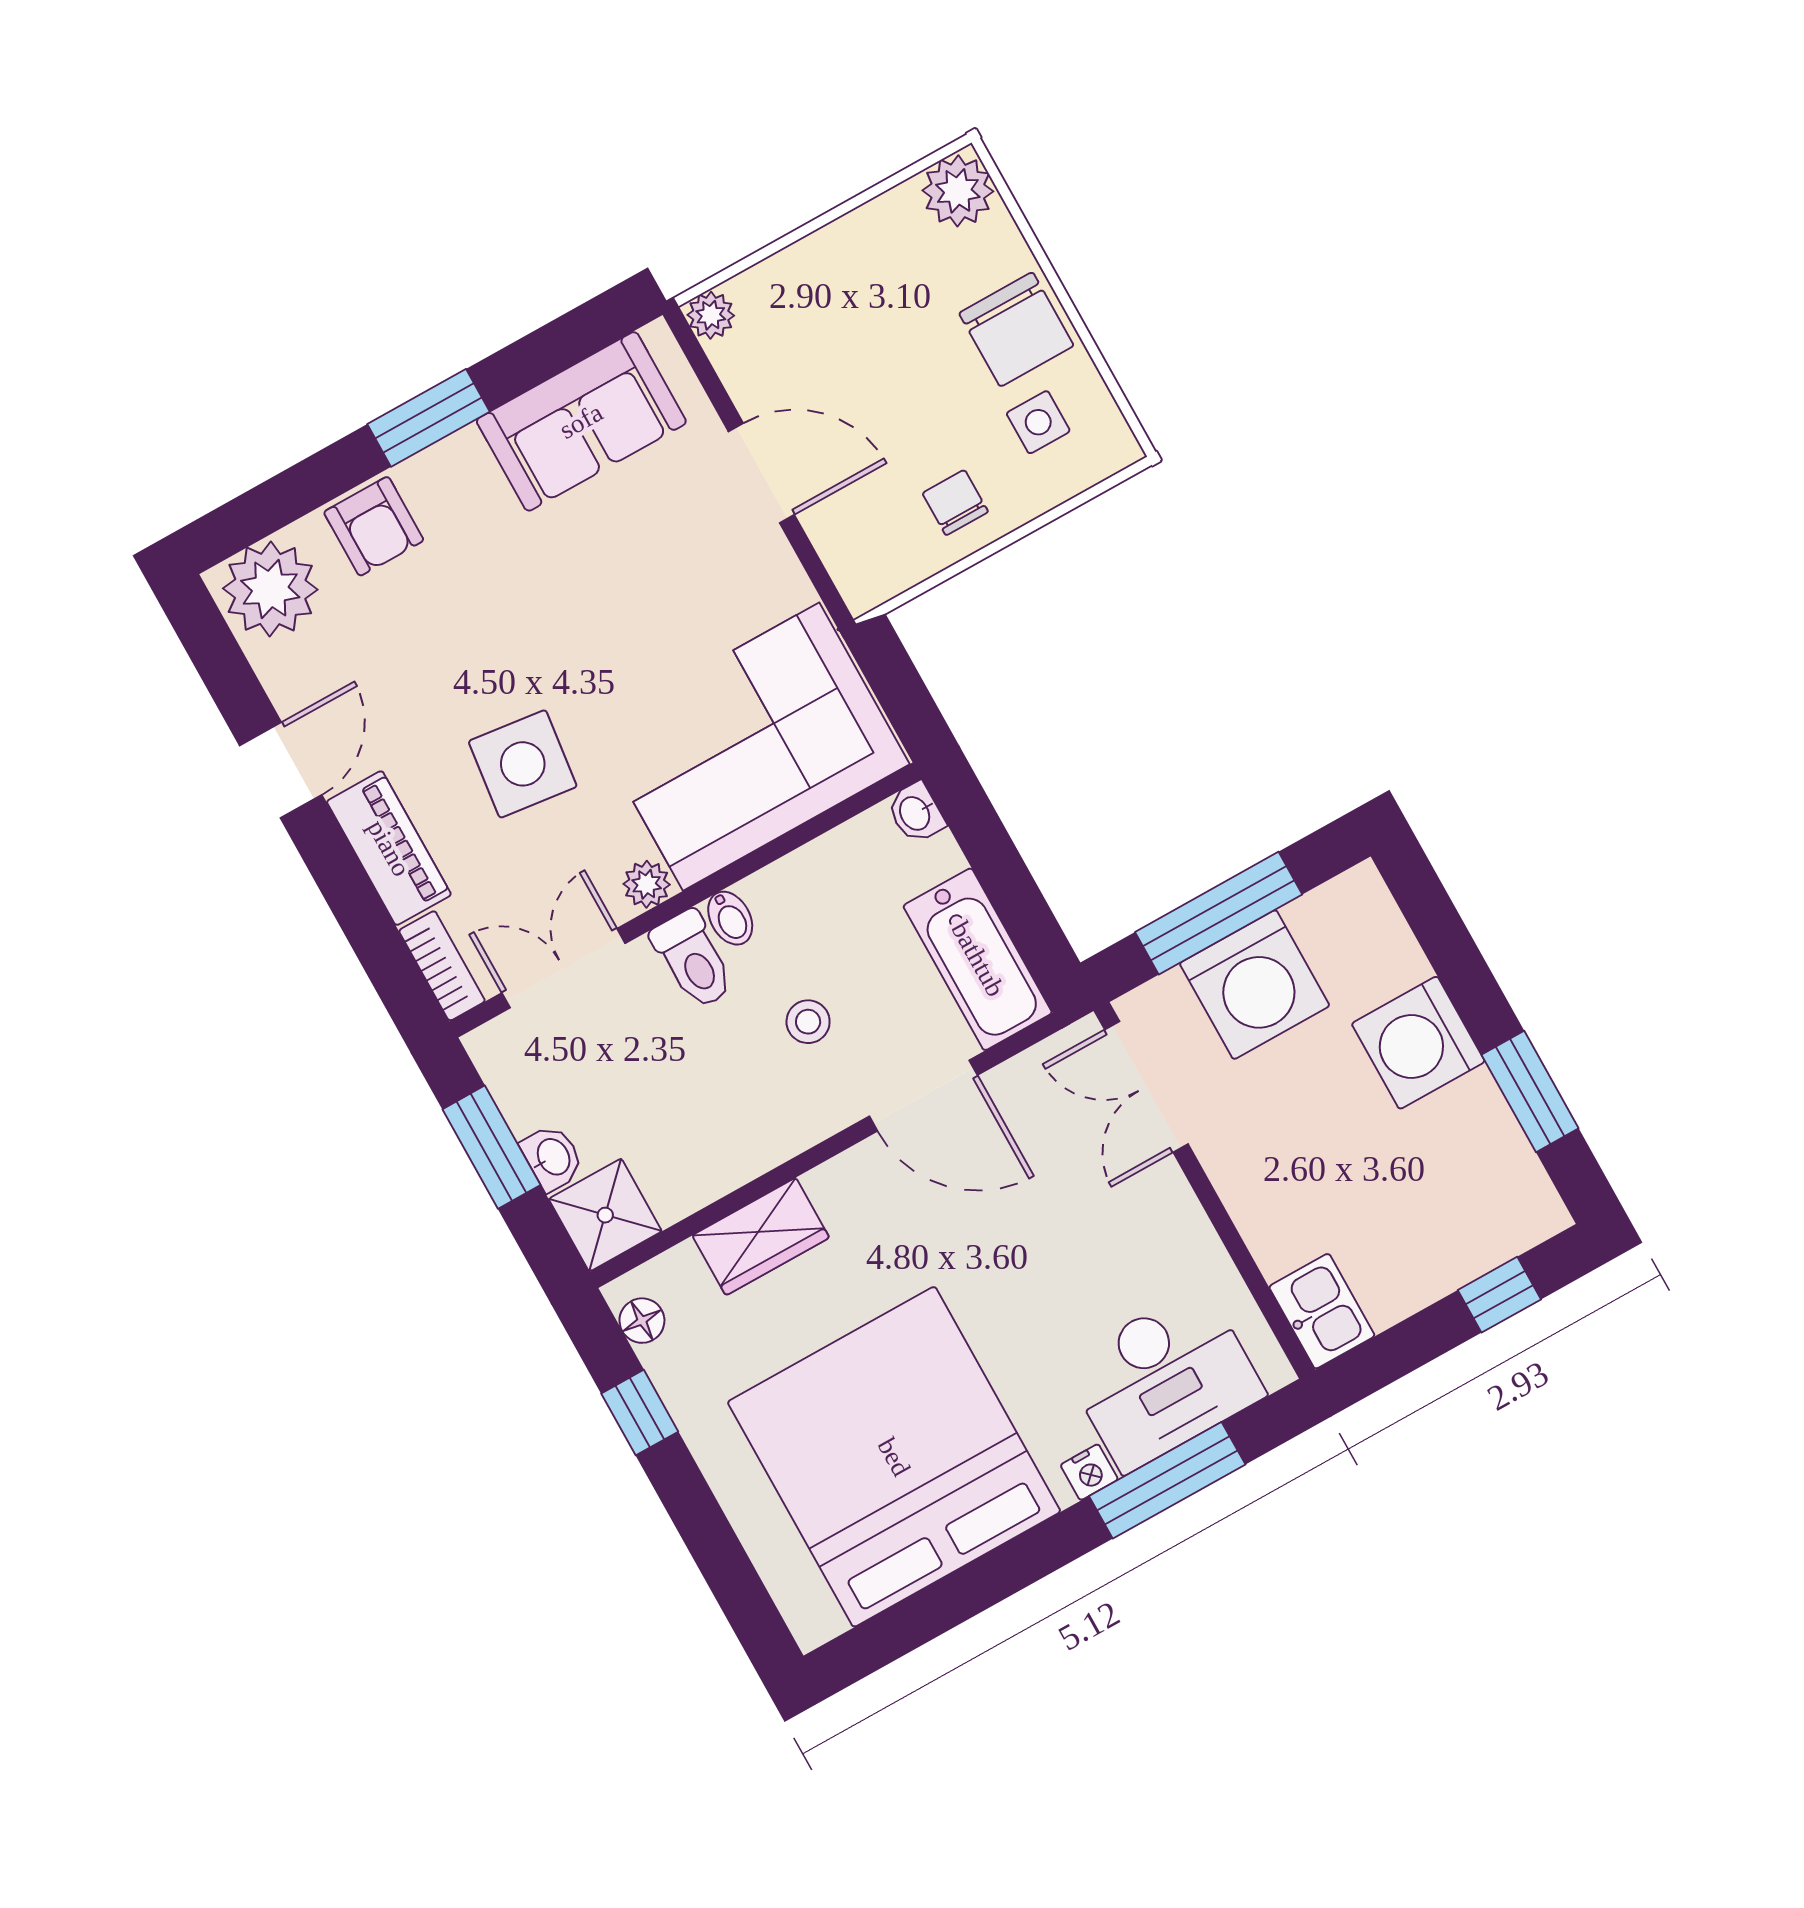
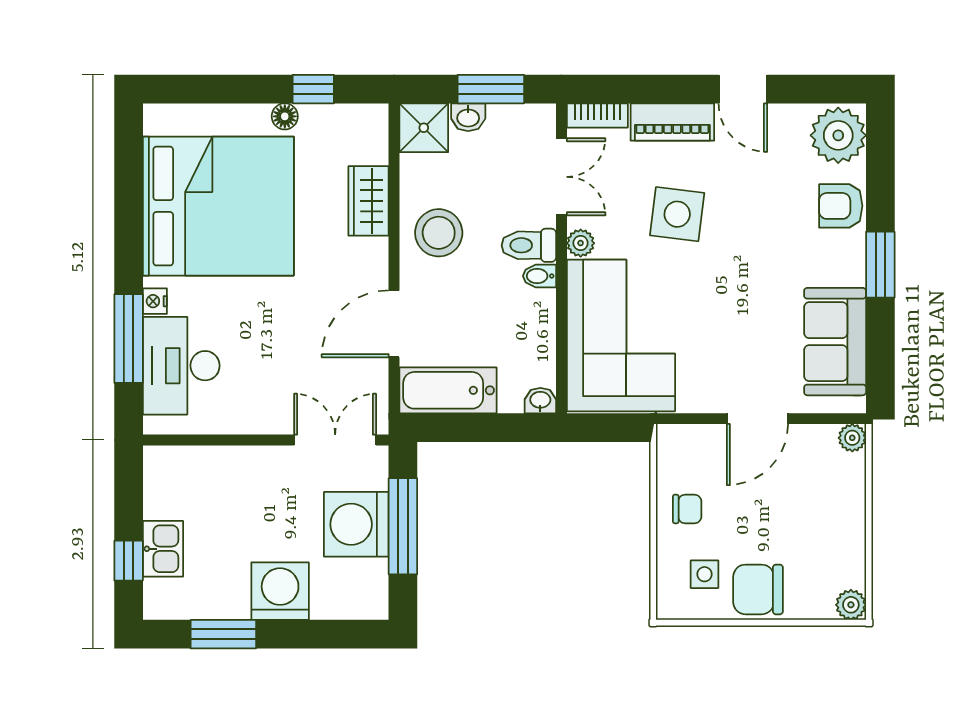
plant: (958, 191) -> (851, 605), width x0.73, depth x0.73
stool: (808, 1022) -> (439, 233), moved, width x1.89, depth x1.89
kitchen sink: (1322, 1311) -> (163, 549), moved, turned -90
floor lamp: (642, 1321) -> (285, 116), moved

